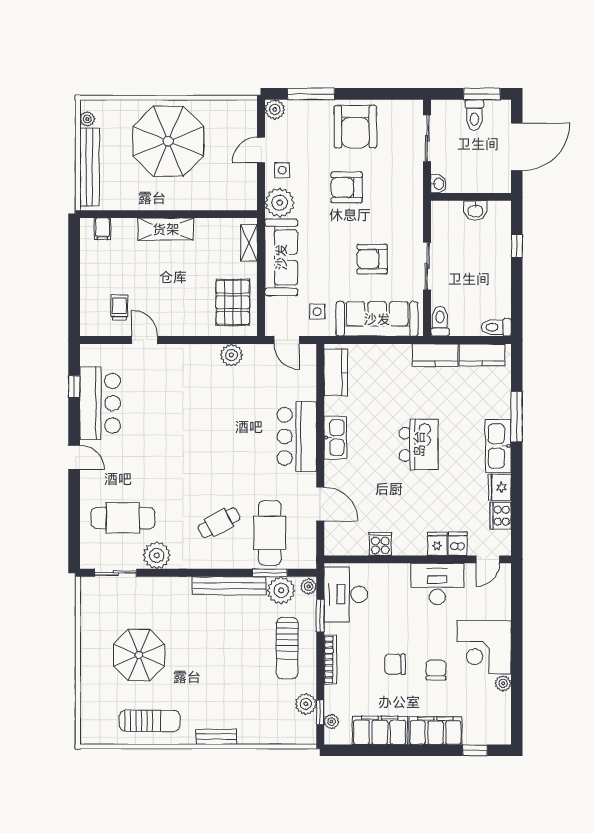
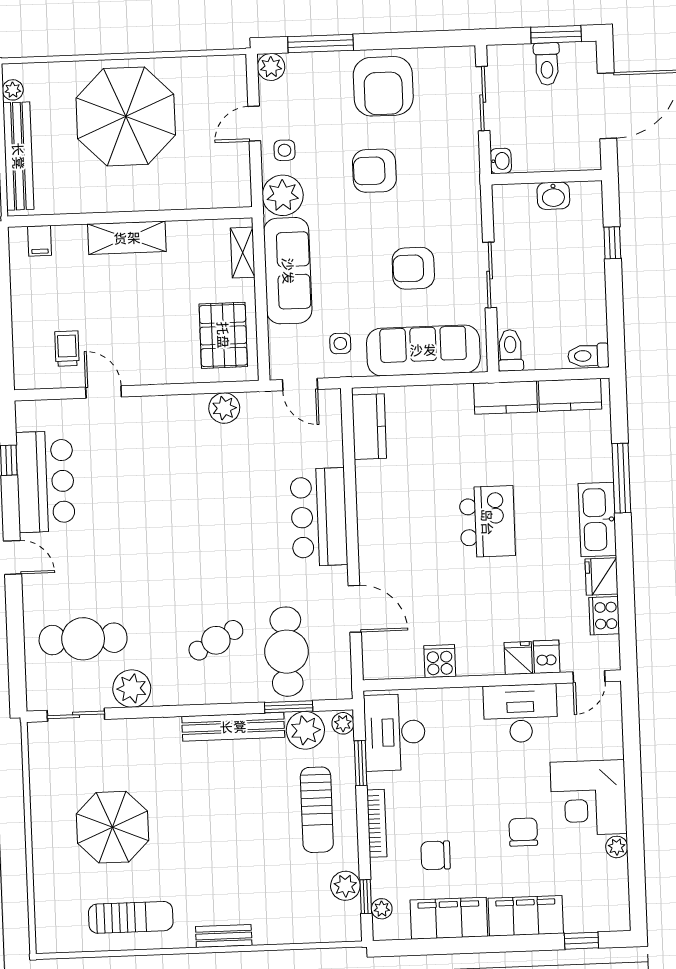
kitchen sink: (335, 438) -> (372, 517), removed
chair: (395, 664) -> (436, 855), moved

